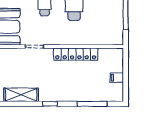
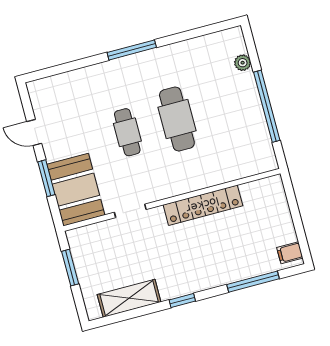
filing cabinet: (117, 78) -> (290, 253), moved

